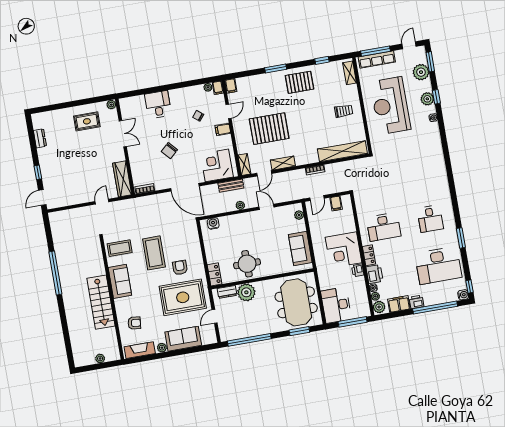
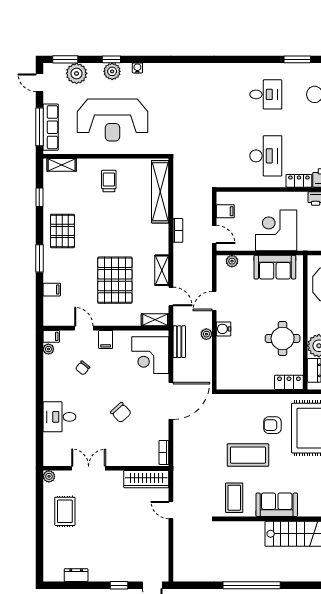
filing cabinet: (231, 86) -> (52, 290), moved
water cooler: (213, 223) -> (224, 329), moved
corner desk: (344, 250) -> (276, 230), moved, turned 180

